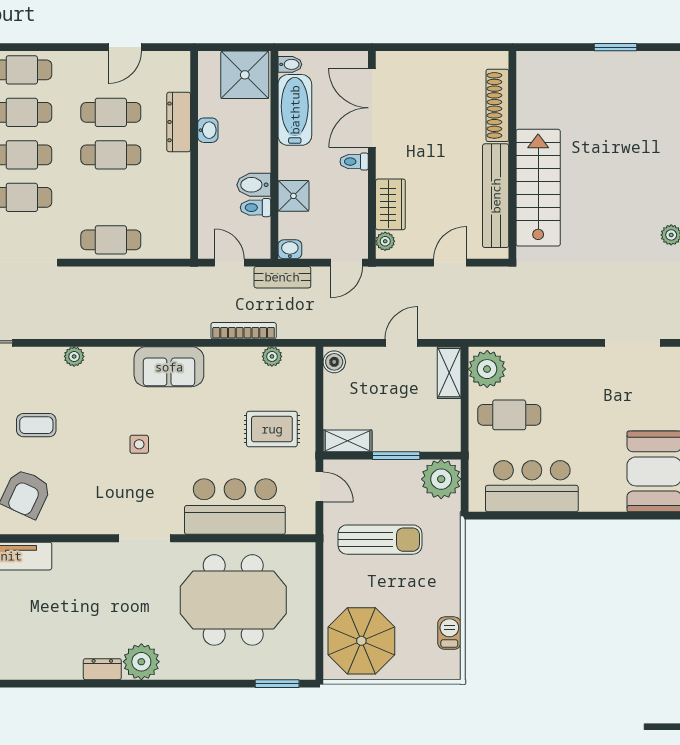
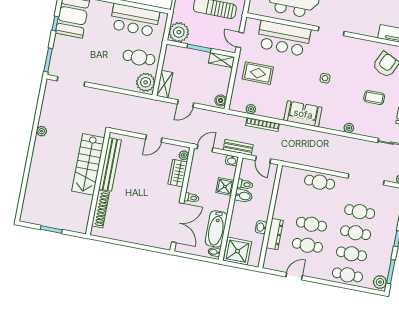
shoe rack: (497, 105) -> (100, 209), moved
wall: (512, 155) -> (98, 183), moved
stairs: (538, 188) -> (88, 164), moved
bench: (496, 196) -> (110, 164), moved

